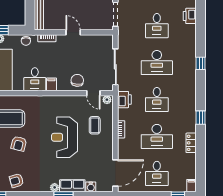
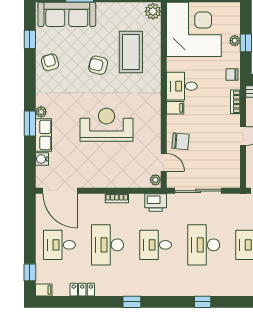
door: (93, 93) -> (164, 162), swing flipped
coffee table: (95, 125) -> (122, 164), removed
locker: (191, 143) -> (82, 290), moved

